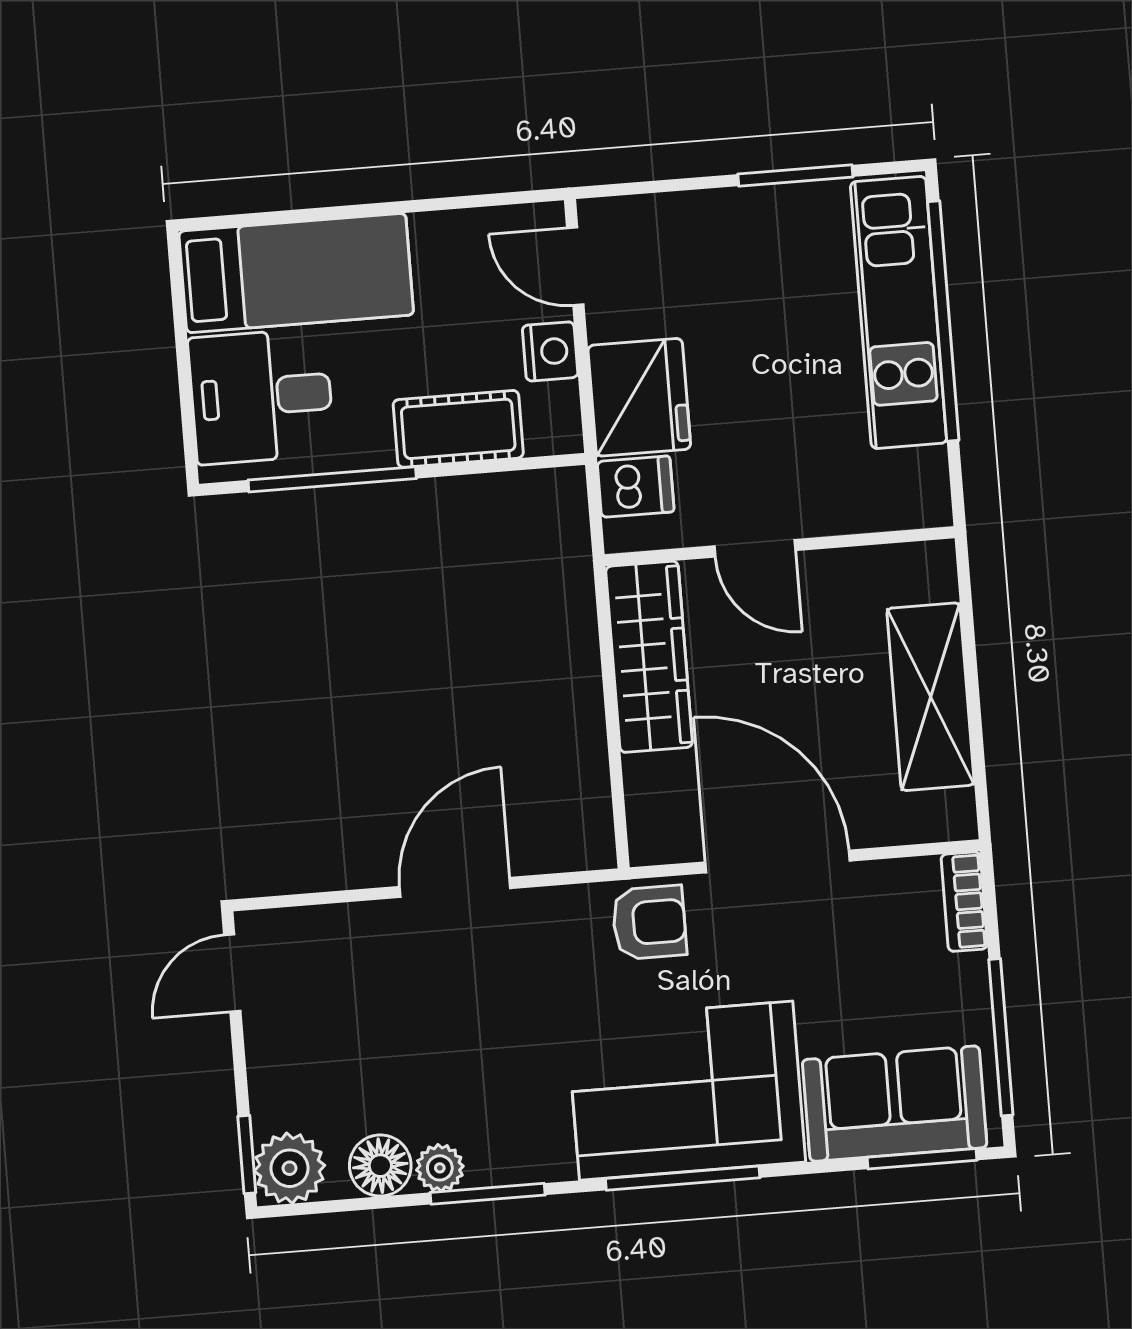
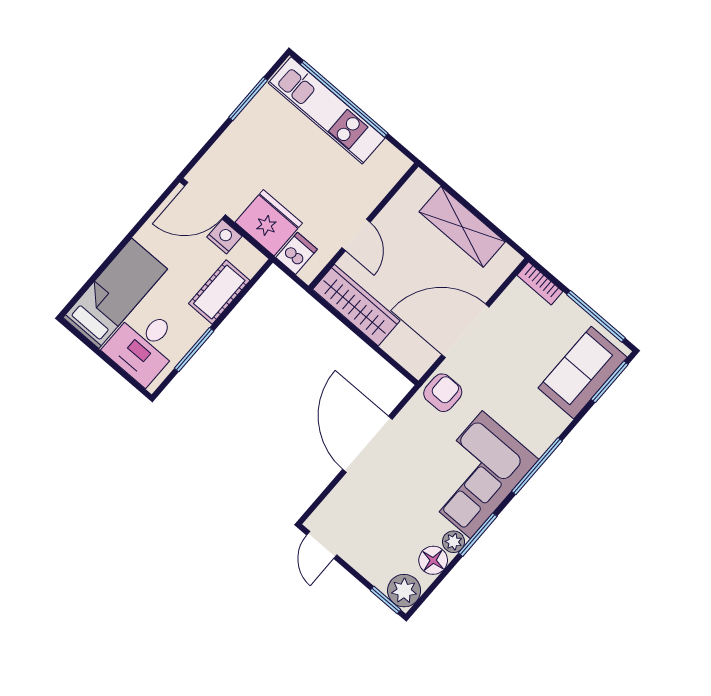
door: (575, 266) -> (205, 200), width x1.37
window: (332, 479) -> (194, 350), width x0.69
door: (755, 548) -> (356, 235), hinge flipped
door: (455, 887) -> (367, 444), width x1.36
corner sofa: (686, 1091) -> (476, 475), moved

